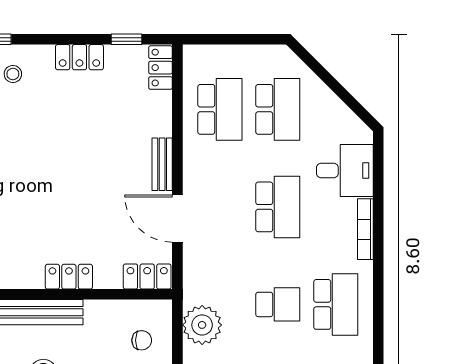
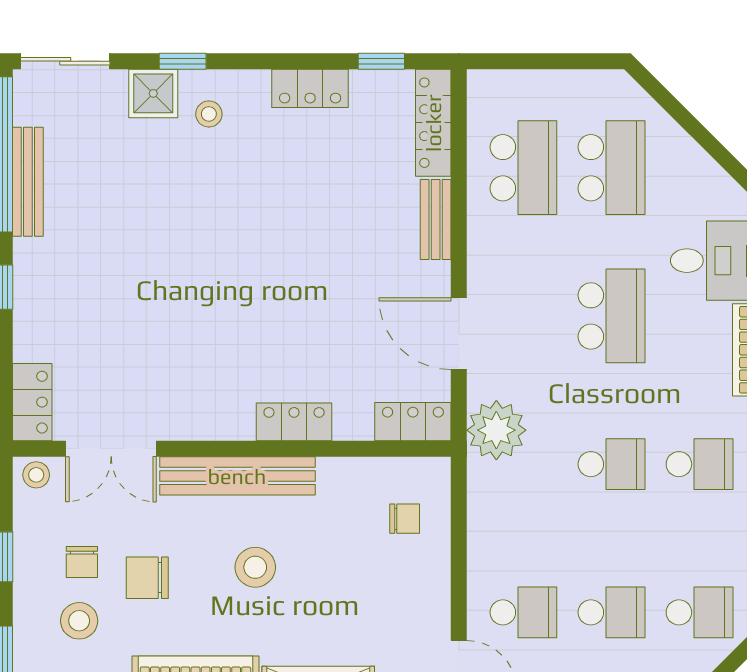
locker: (161, 68) -> (433, 123), width x1.53
bench: (162, 164) -> (436, 220), moved
school desk: (336, 304) -> (700, 464), width x0.54
plant: (202, 325) -> (496, 430), moved

